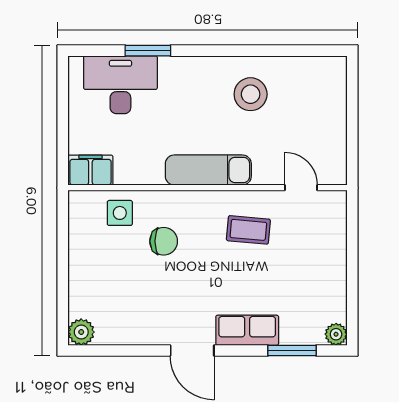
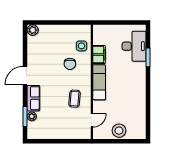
stool: (251, 94) -> (119, 131), moved
filing cabinet: (90, 170) -> (99, 55), moved
plant: (336, 334) -> (32, 116), moved

